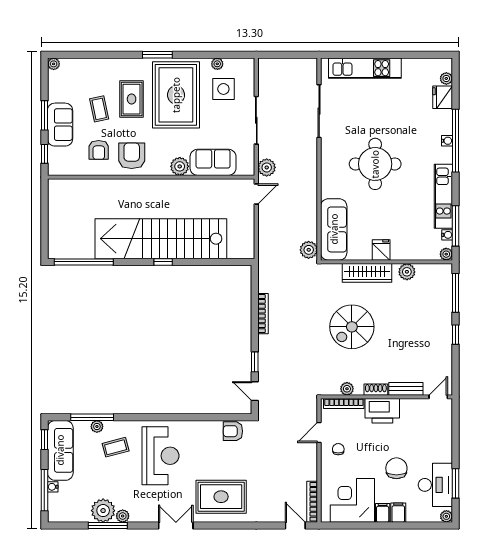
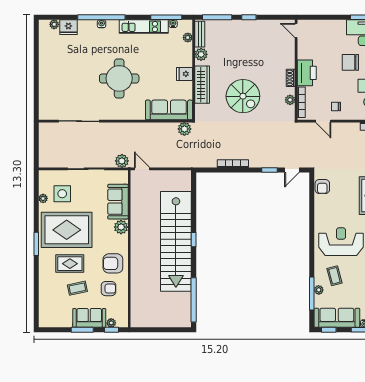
plant: (54, 64) -> (111, 323), moved
kitchen unit: (365, 68) -> (46, 86), removed
plant: (446, 254) -> (188, 38), moved
bench: (406, 389) -> (200, 34), moved

